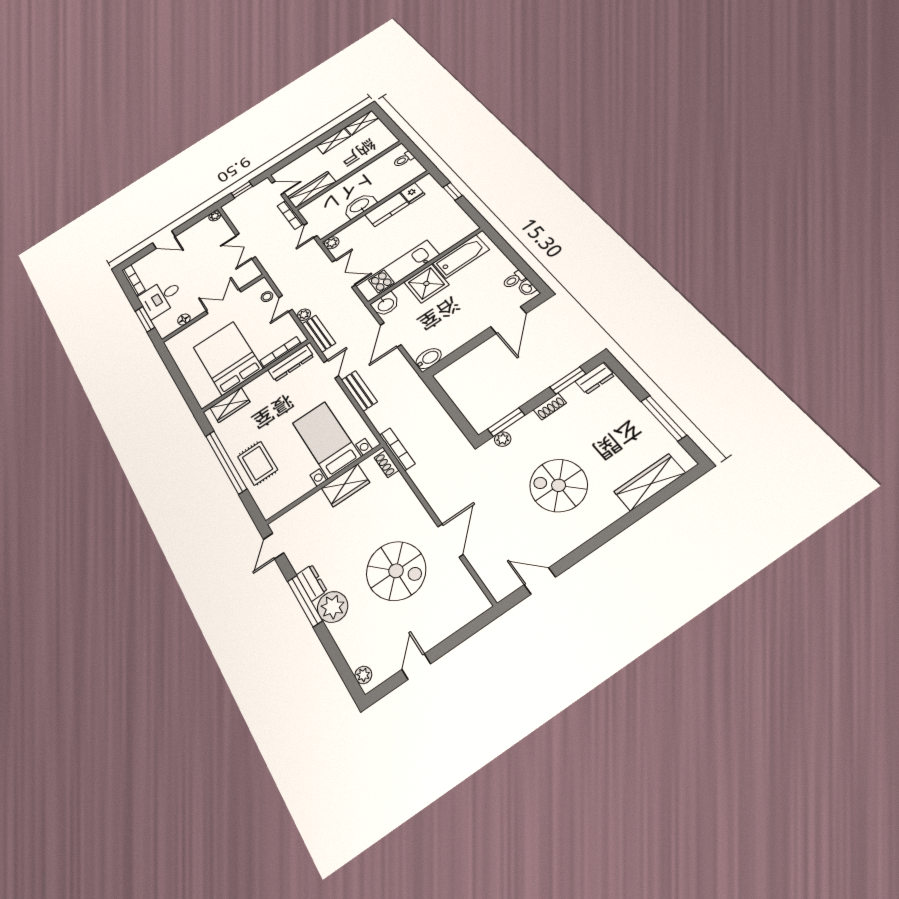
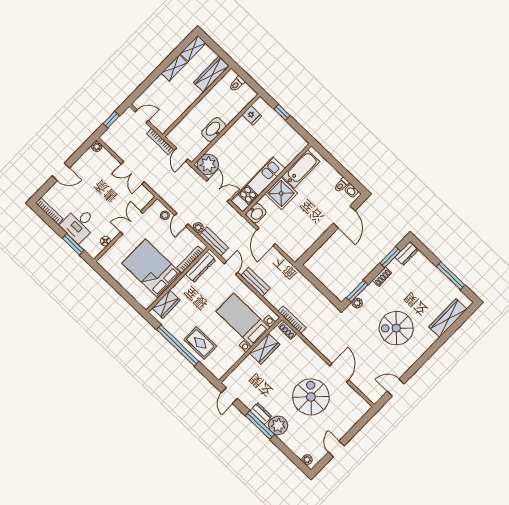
wardrobe: (312, 190) -> (211, 74), moved
kitchen counter: (387, 210) -> (236, 132), removed
plant: (332, 243) -> (208, 164), width x1.87, depth x1.87
bidet: (429, 359) -> (297, 252), removed
spiral stairs: (396, 571) -> (311, 397), turned -90

